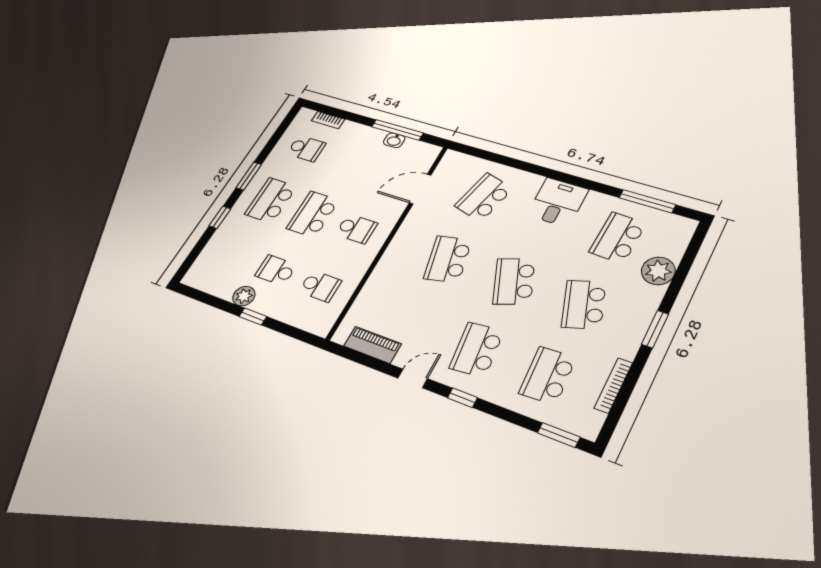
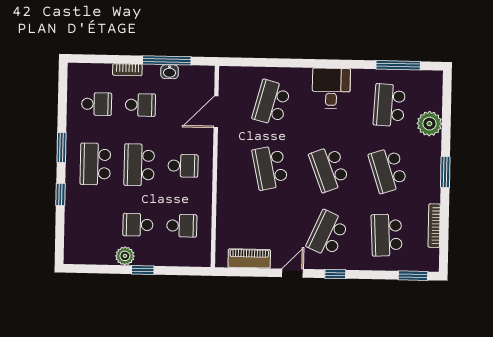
bookcase: (328, 120) -> (127, 70), moved
school desk: (348, 161) -> (140, 105), added
school desk: (477, 350) -> (328, 234), turned 30

